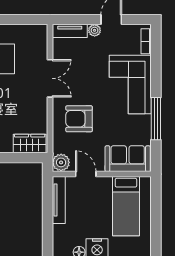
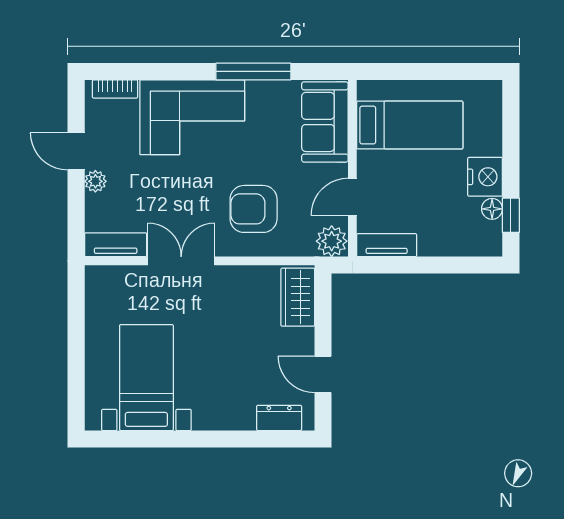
tv unit: (70, 31) -> (116, 245), moved, turned -90
armchair: (79, 119) -> (254, 209), turned 90
tv unit: (59, 200) -> (387, 245), width x0.71

